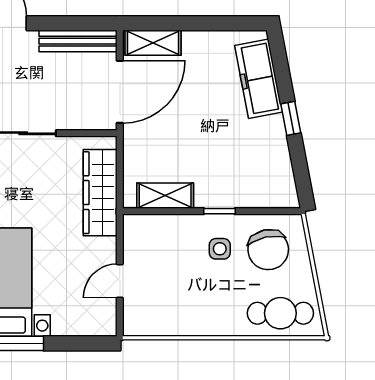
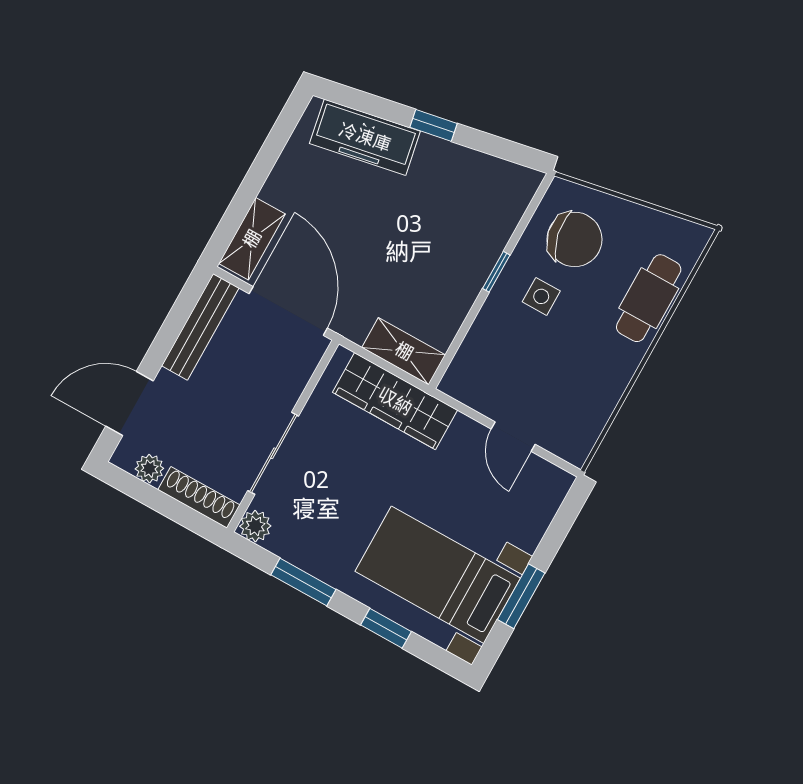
shelving: (165, 196) -> (404, 351), moved, turned 90
cafe table: (280, 313) -> (649, 298), moved

